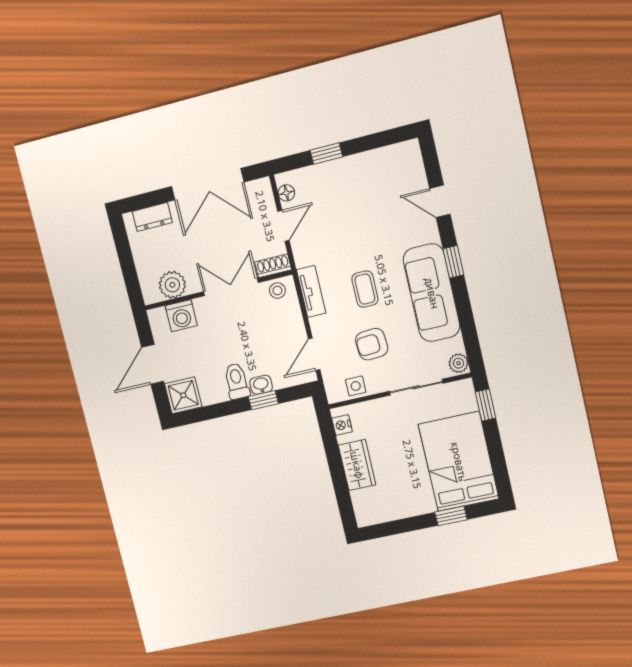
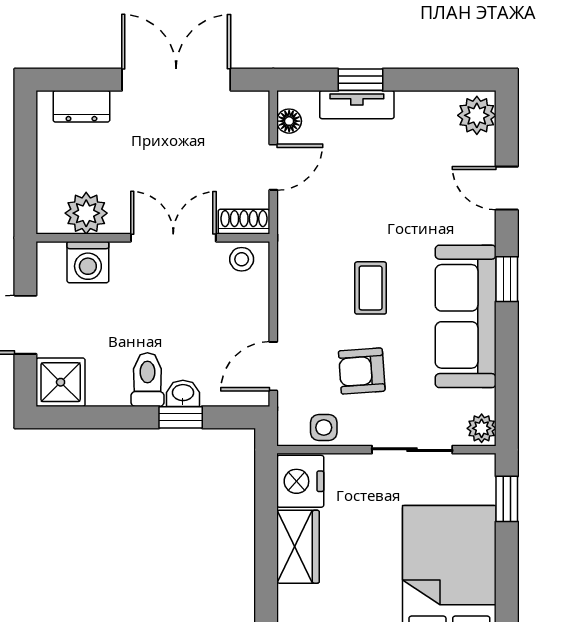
plant: (409, 158) -> (477, 115), added
double door: (208, 184) -> (176, 80), swing flipped
tv unit: (311, 291) -> (357, 105), moved, turned 90
nightstand: (342, 425) -> (300, 481), width x1.89, depth x1.79

